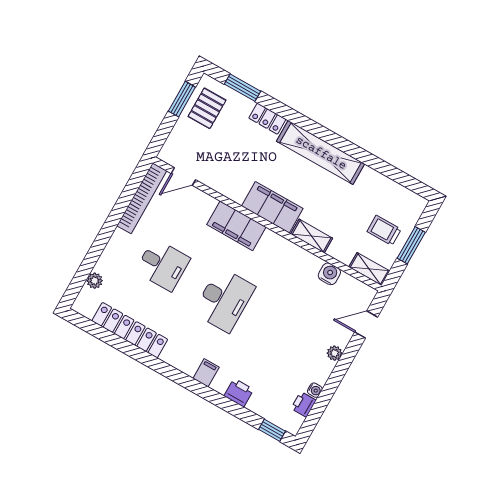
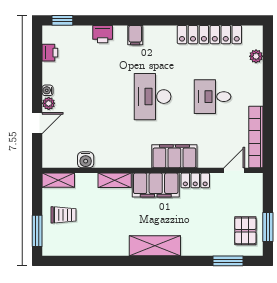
locker: (267, 119) -> (195, 180), moved, turned 180
shelving: (321, 153) -> (155, 246), width x0.68
window: (411, 245) -> (37, 231), moved
door: (366, 325) -> (37, 123), moved
water cooler: (315, 390) -> (48, 90), moved

